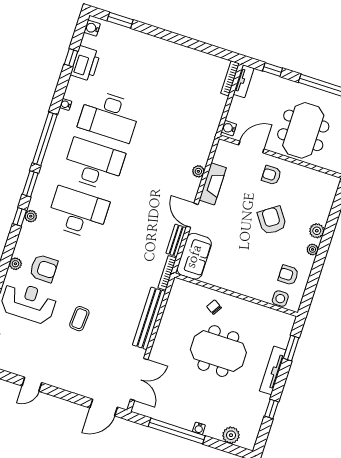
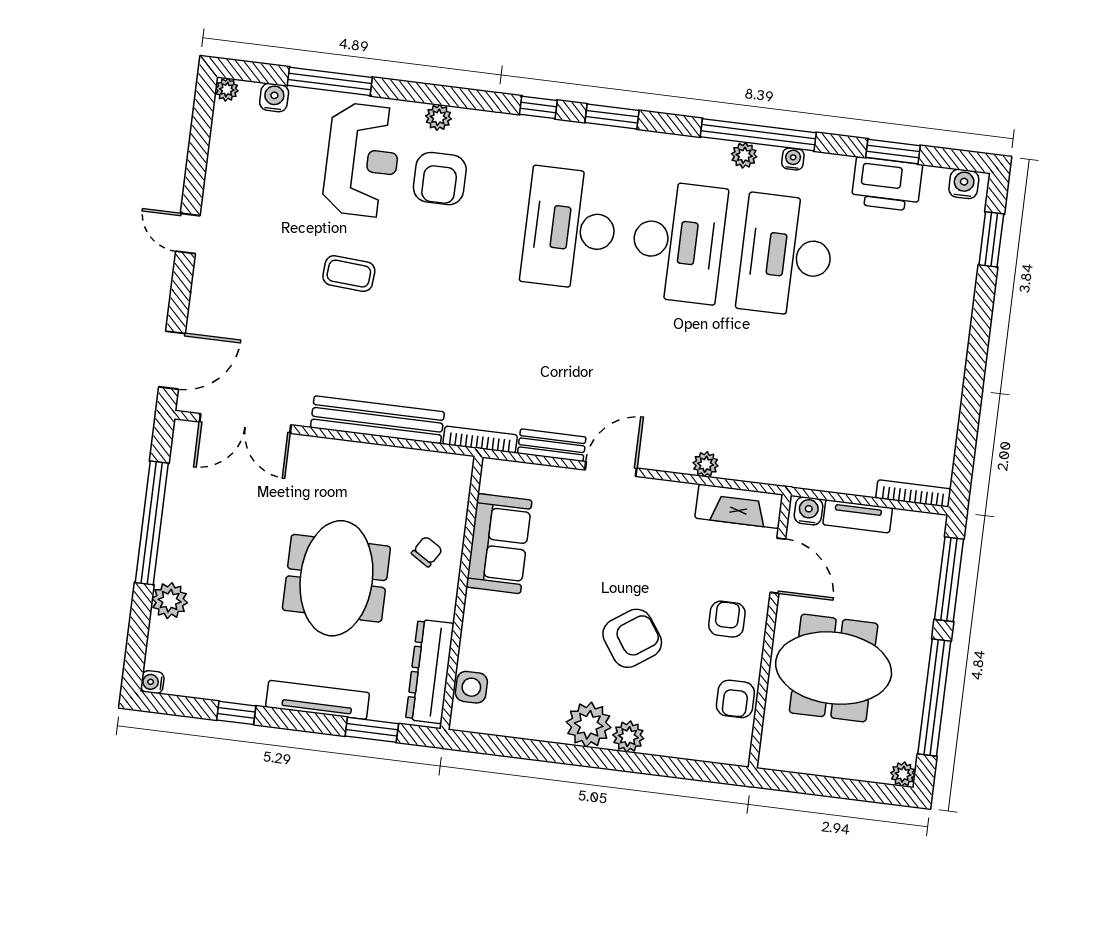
window: (71, 58) -> (893, 152), width x1.50
window: (273, 70) -> (949, 579), width x2.17
tv unit: (244, 81) -> (858, 516), moved
window: (45, 139) -> (758, 135), moved
fireplace: (213, 184) -> (739, 506), moved
desk: (78, 213) -> (570, 228), turned 180
plant: (31, 216) -> (744, 155), moved
plant: (313, 249) -> (589, 725), width x1.87, depth x1.87
sofa: (194, 256) -> (499, 544), moved, turned -90
armchair: (288, 275) -> (735, 699), moved, turned 180
dresser: (269, 316) -> (430, 671), added
door: (32, 384) -> (188, 233), moved
door: (104, 407) -> (172, 360), swing flipped
water cooler: (199, 428) -> (152, 682), moved
plant: (231, 435) -> (170, 601), moved

